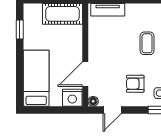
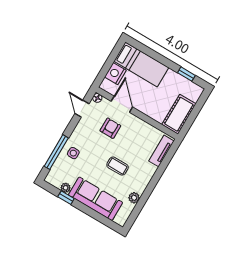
armchair: (135, 84) -> (110, 128), moved
nightstand: (72, 98) -> (115, 74), moved

